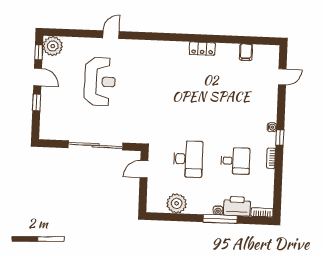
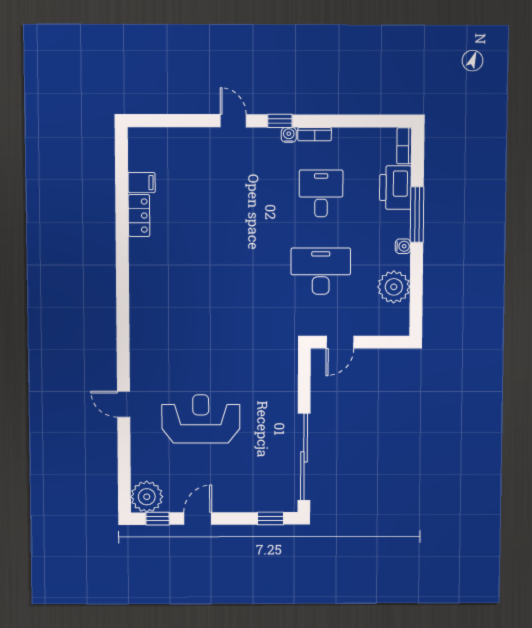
locker: (202, 49) -> (139, 216), moved
door: (282, 77) -> (233, 121), moved
window: (37, 102) -> (270, 518), moved
water cooler: (272, 127) -> (289, 135), moved
sliding door: (96, 145) -> (304, 457), moved
door: (144, 169) -> (340, 342), hinge flipped
water cooler: (218, 210) -> (403, 246), moved

